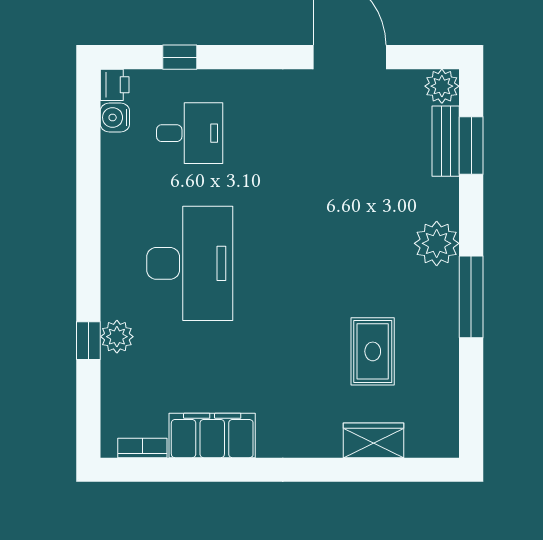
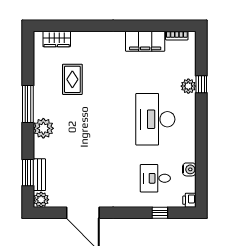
water cooler: (115, 117) -> (189, 169), moved
wardrobe: (374, 440) -> (57, 39), moved

